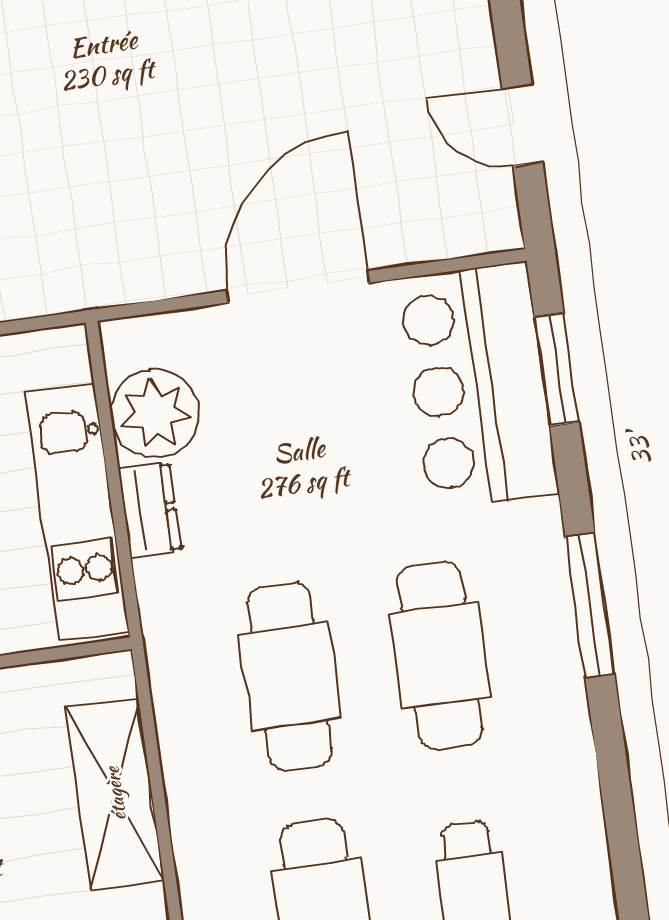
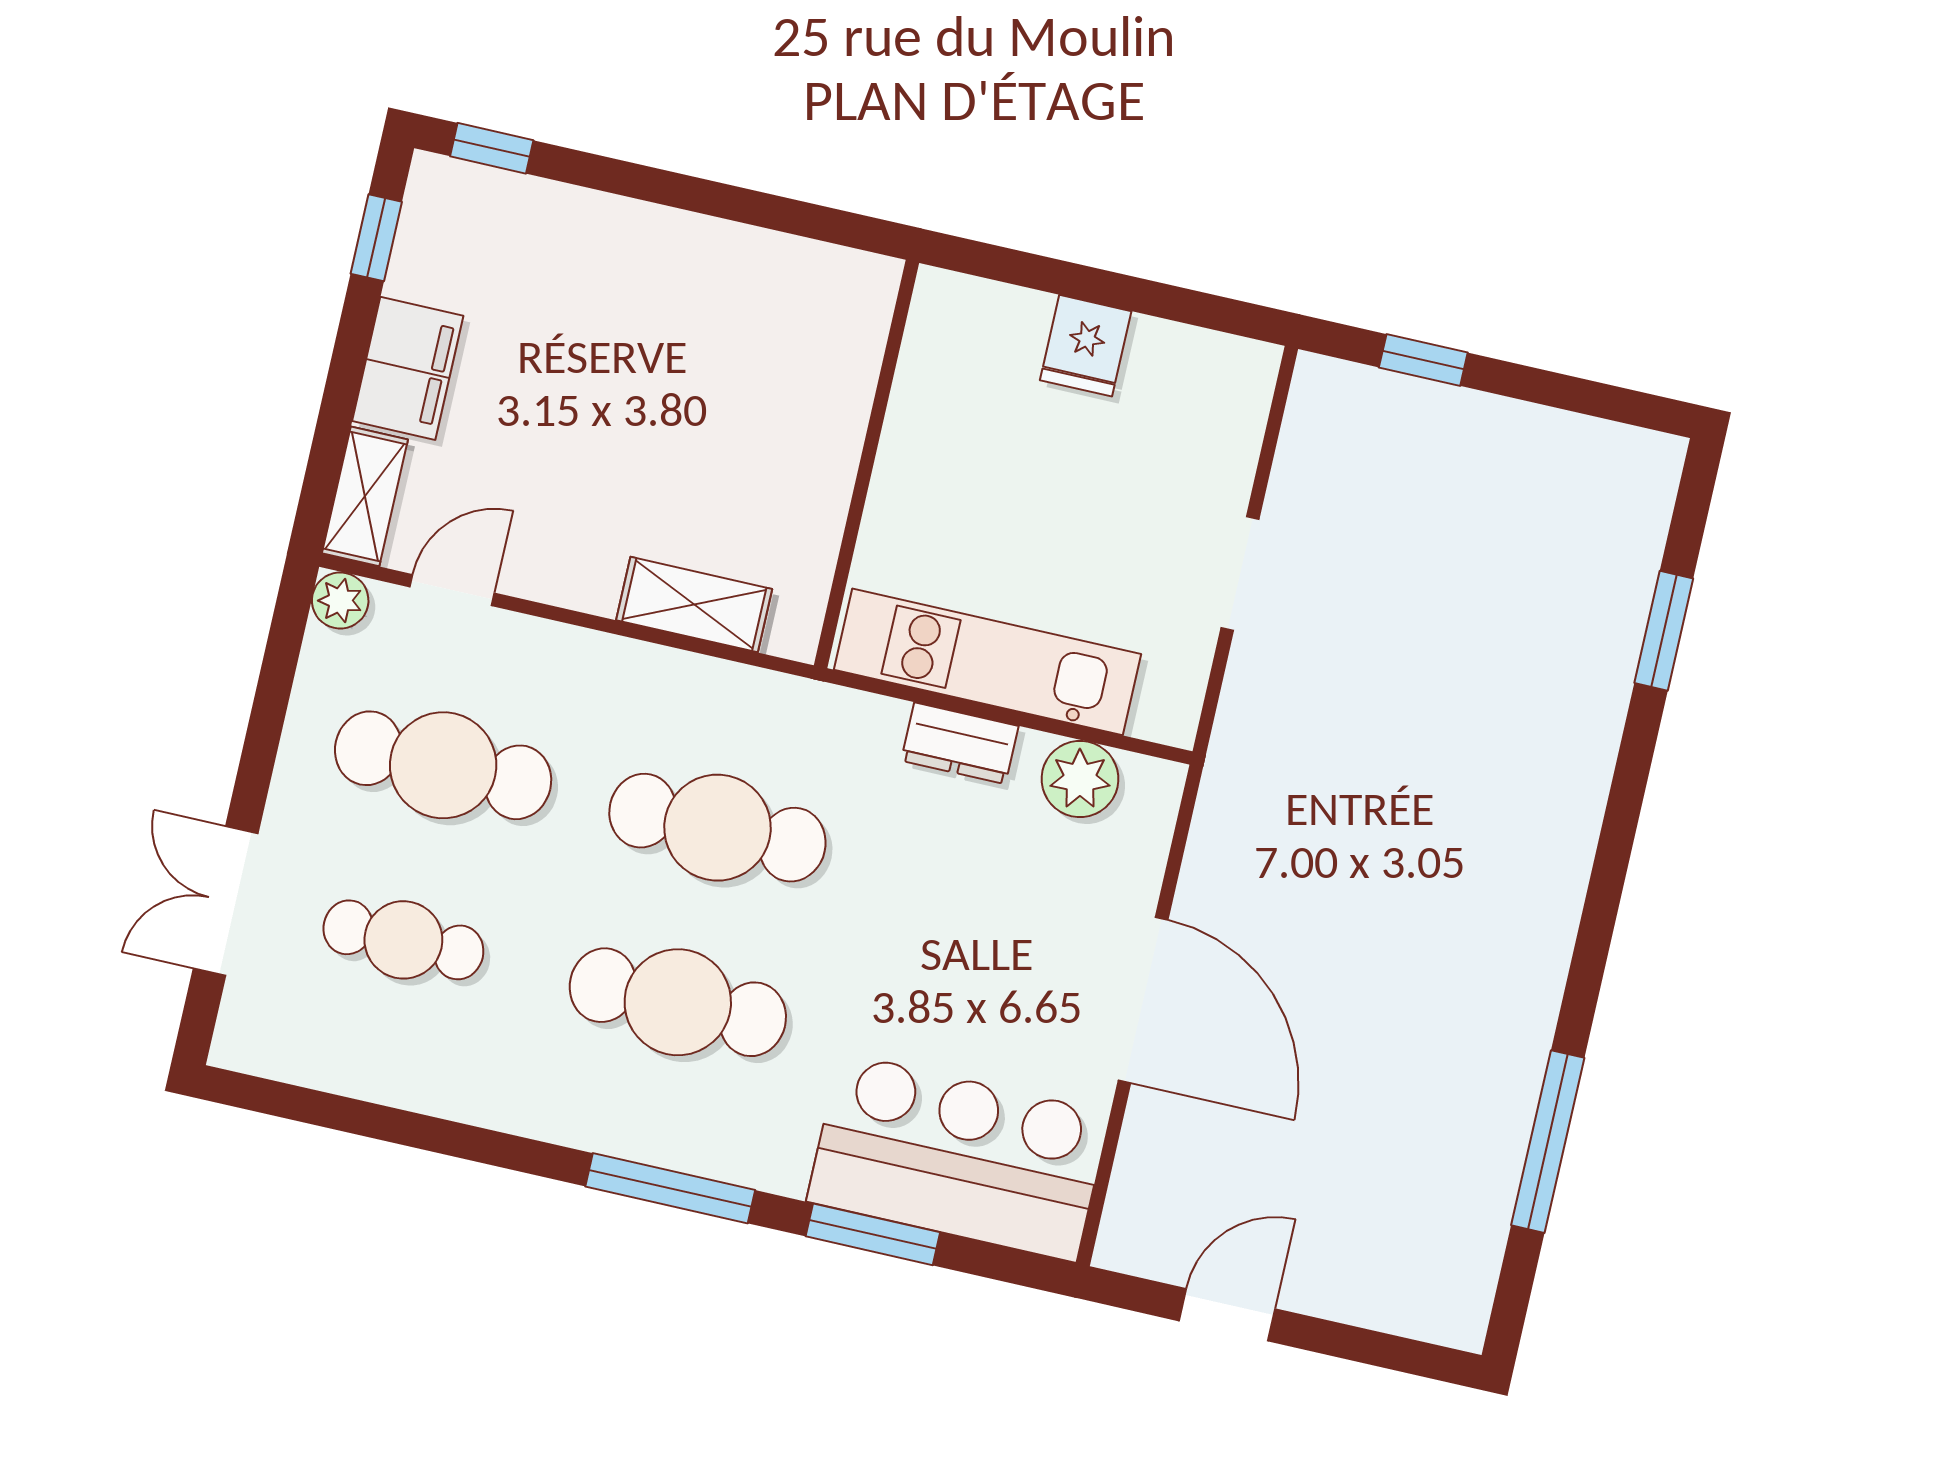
window: (557, 369) -> (873, 1234), moved
plant: (155, 414) -> (1080, 779), width x0.73, depth x0.73
shelving: (115, 794) -> (694, 605), width x0.67, depth x0.75

